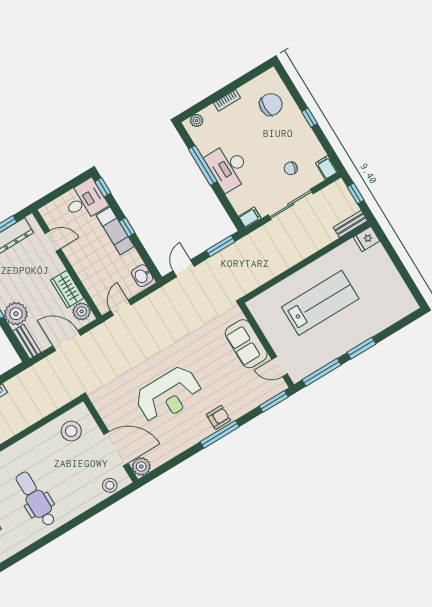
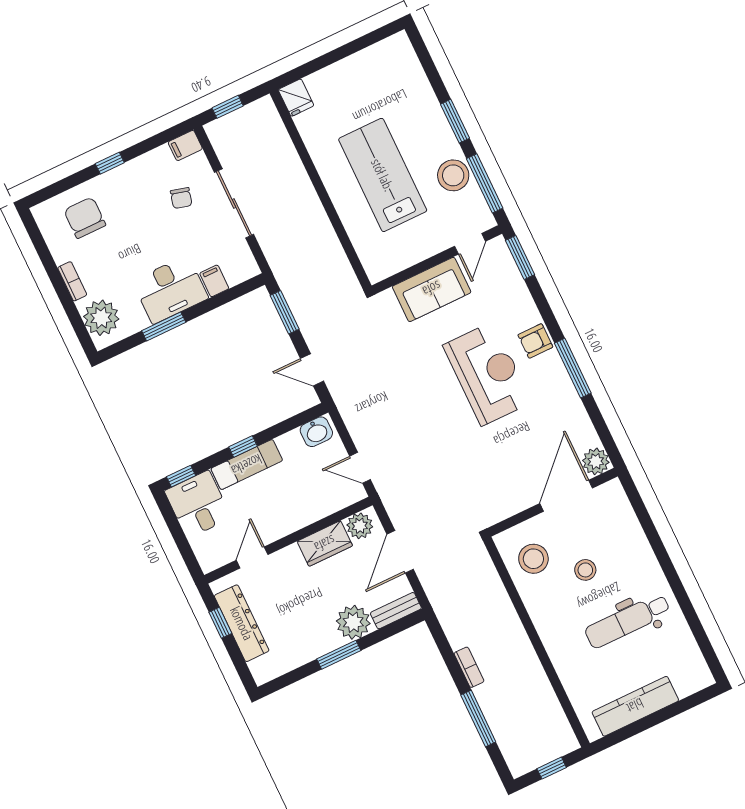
plant: (197, 121) -> (101, 318), width x1.87, depth x1.87
window: (203, 165) -> (164, 326), width x0.69
filing cabinet: (250, 217) -> (214, 281), moved
bench: (350, 224) -> (272, 119), removed
stool: (325, 351) -> (453, 175), added
reception desk: (169, 395) -> (487, 374), moved
armchair: (218, 417) -> (535, 341), turned -90
window: (220, 434) -> (573, 368), moved
stool: (110, 485) -> (585, 570), moved

